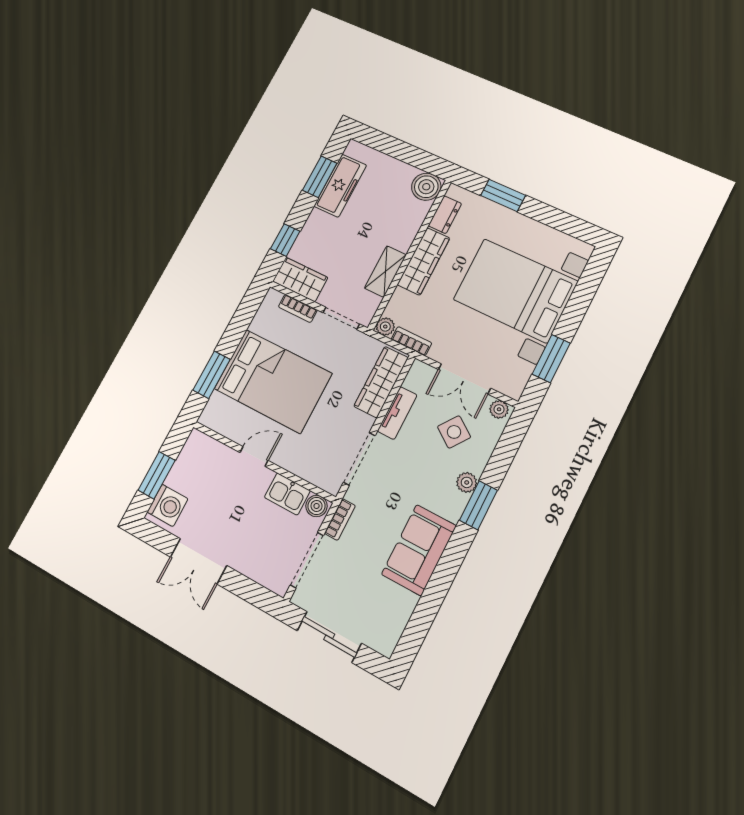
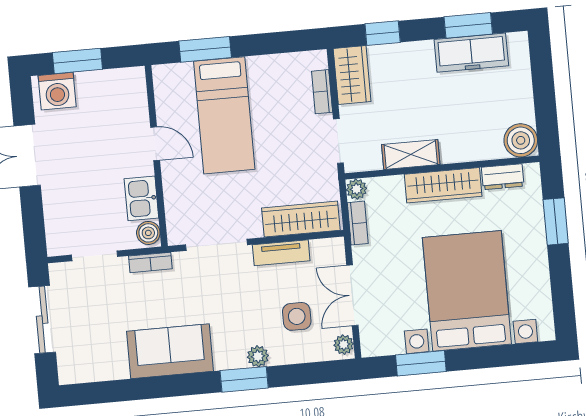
bed: (273, 381) -> (224, 115), width x0.67
side table: (454, 432) -> (297, 316), turned -36
doorway: (307, 560) -> (95, 256), width x0.73

